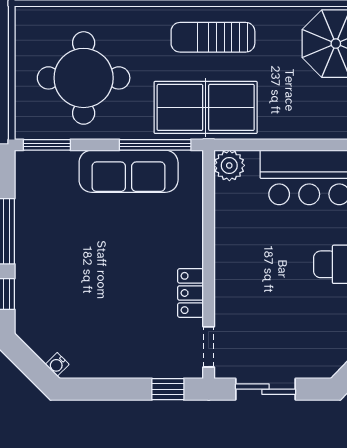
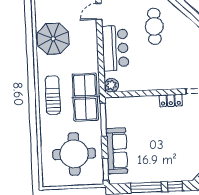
sun lounger: (213, 37) -> (53, 95), turned 180
sofa: (129, 171) -> (117, 151), moved

